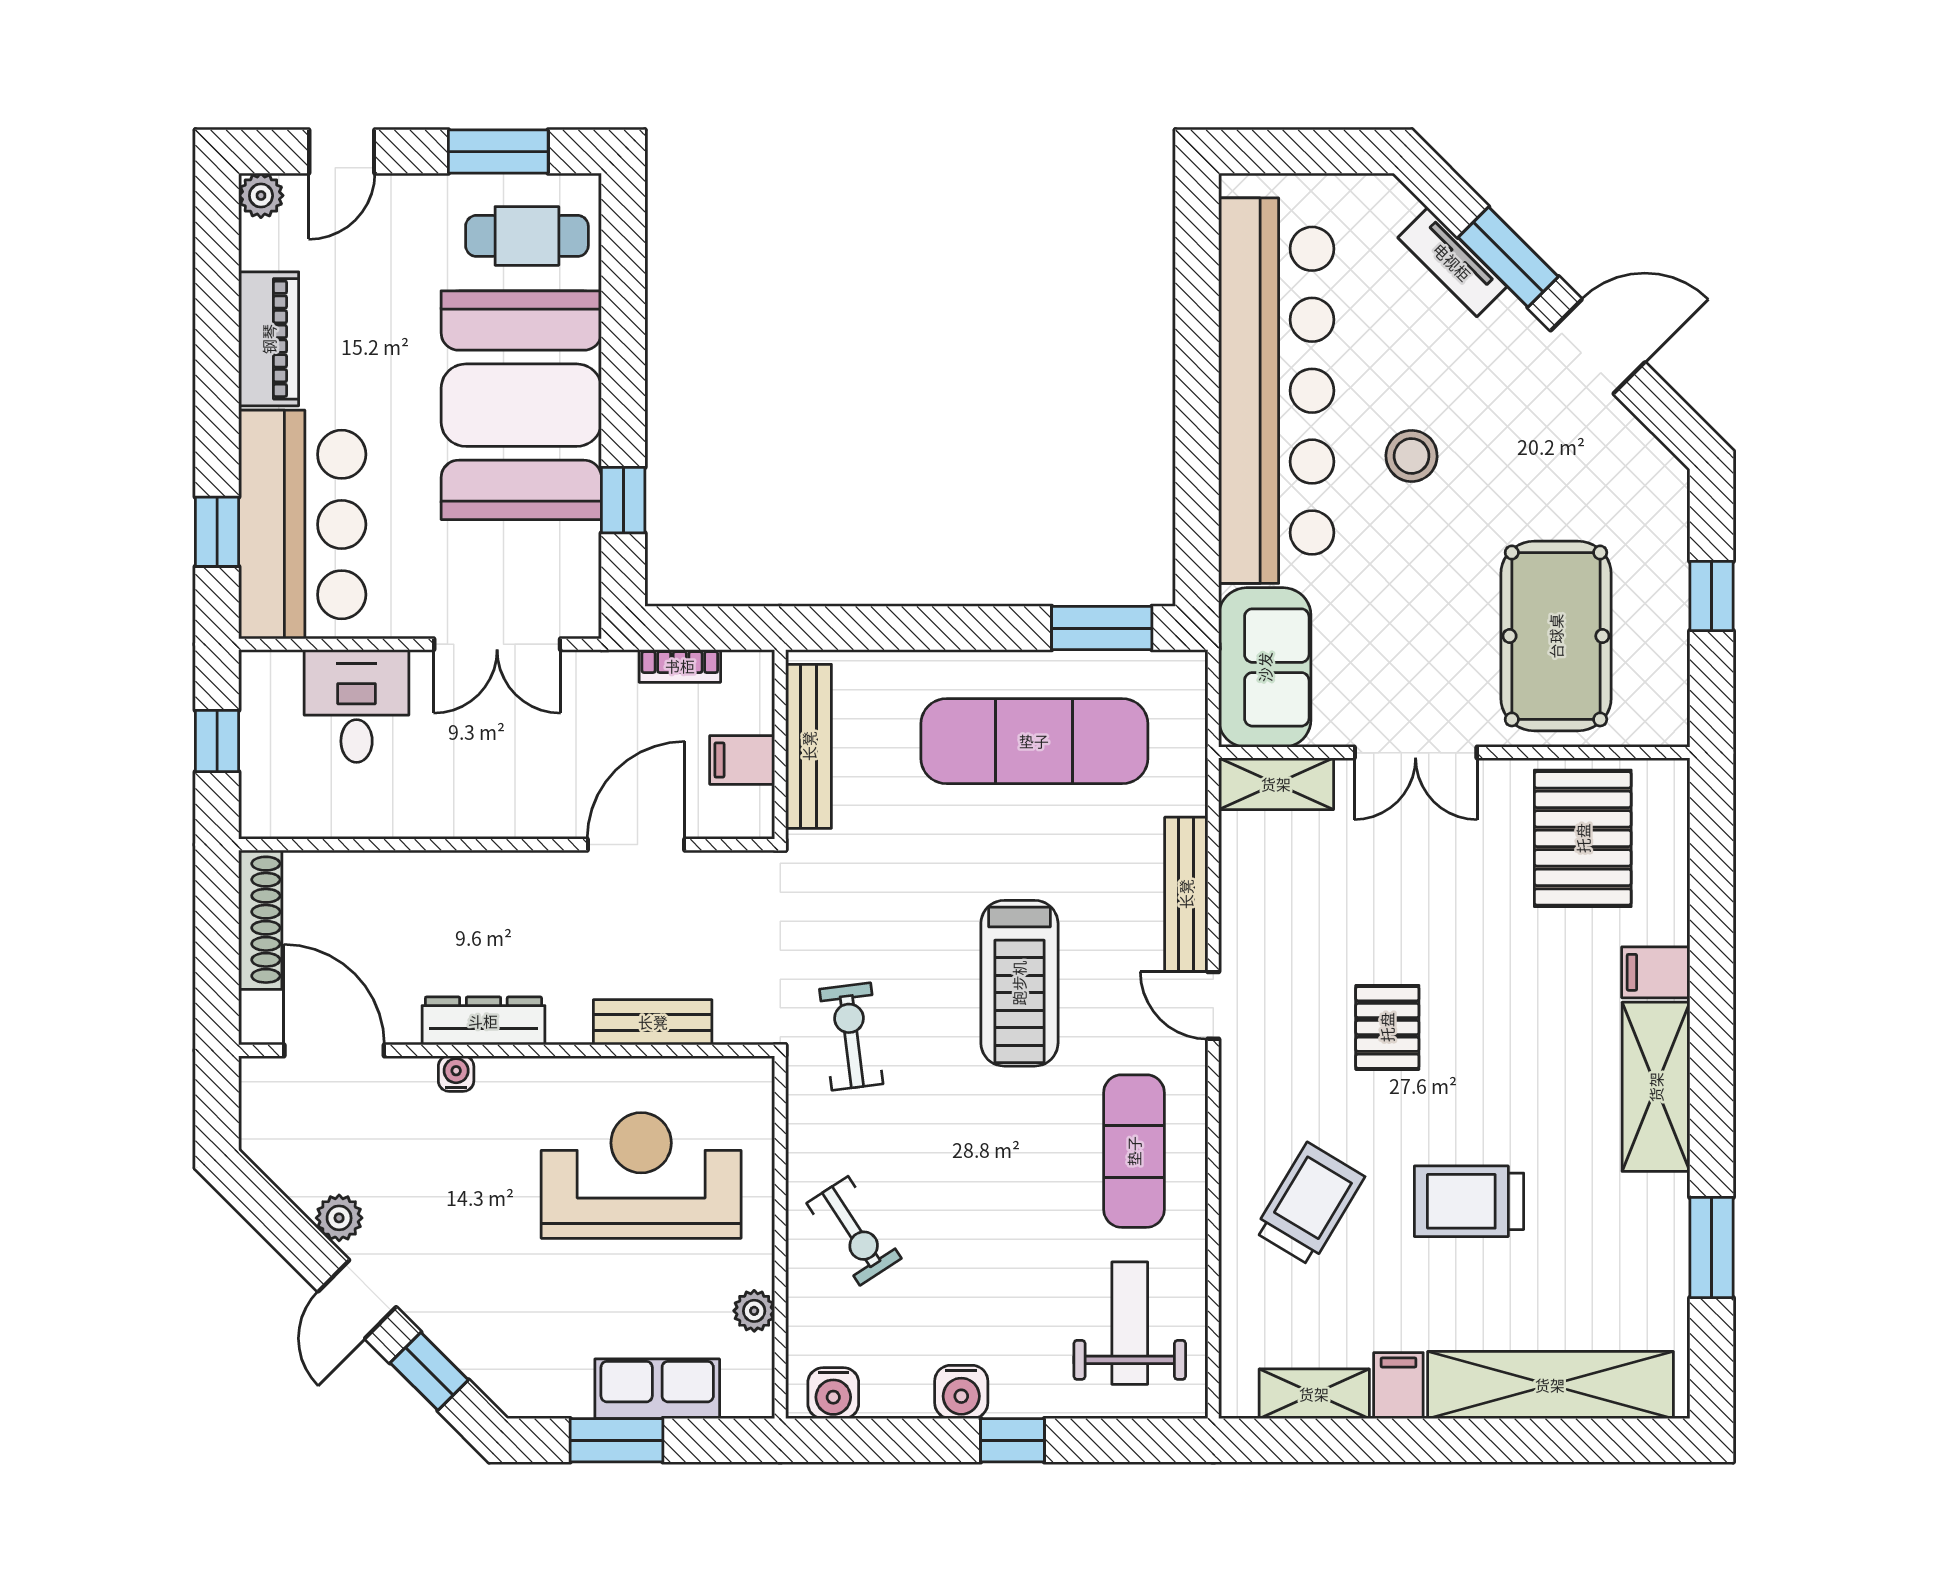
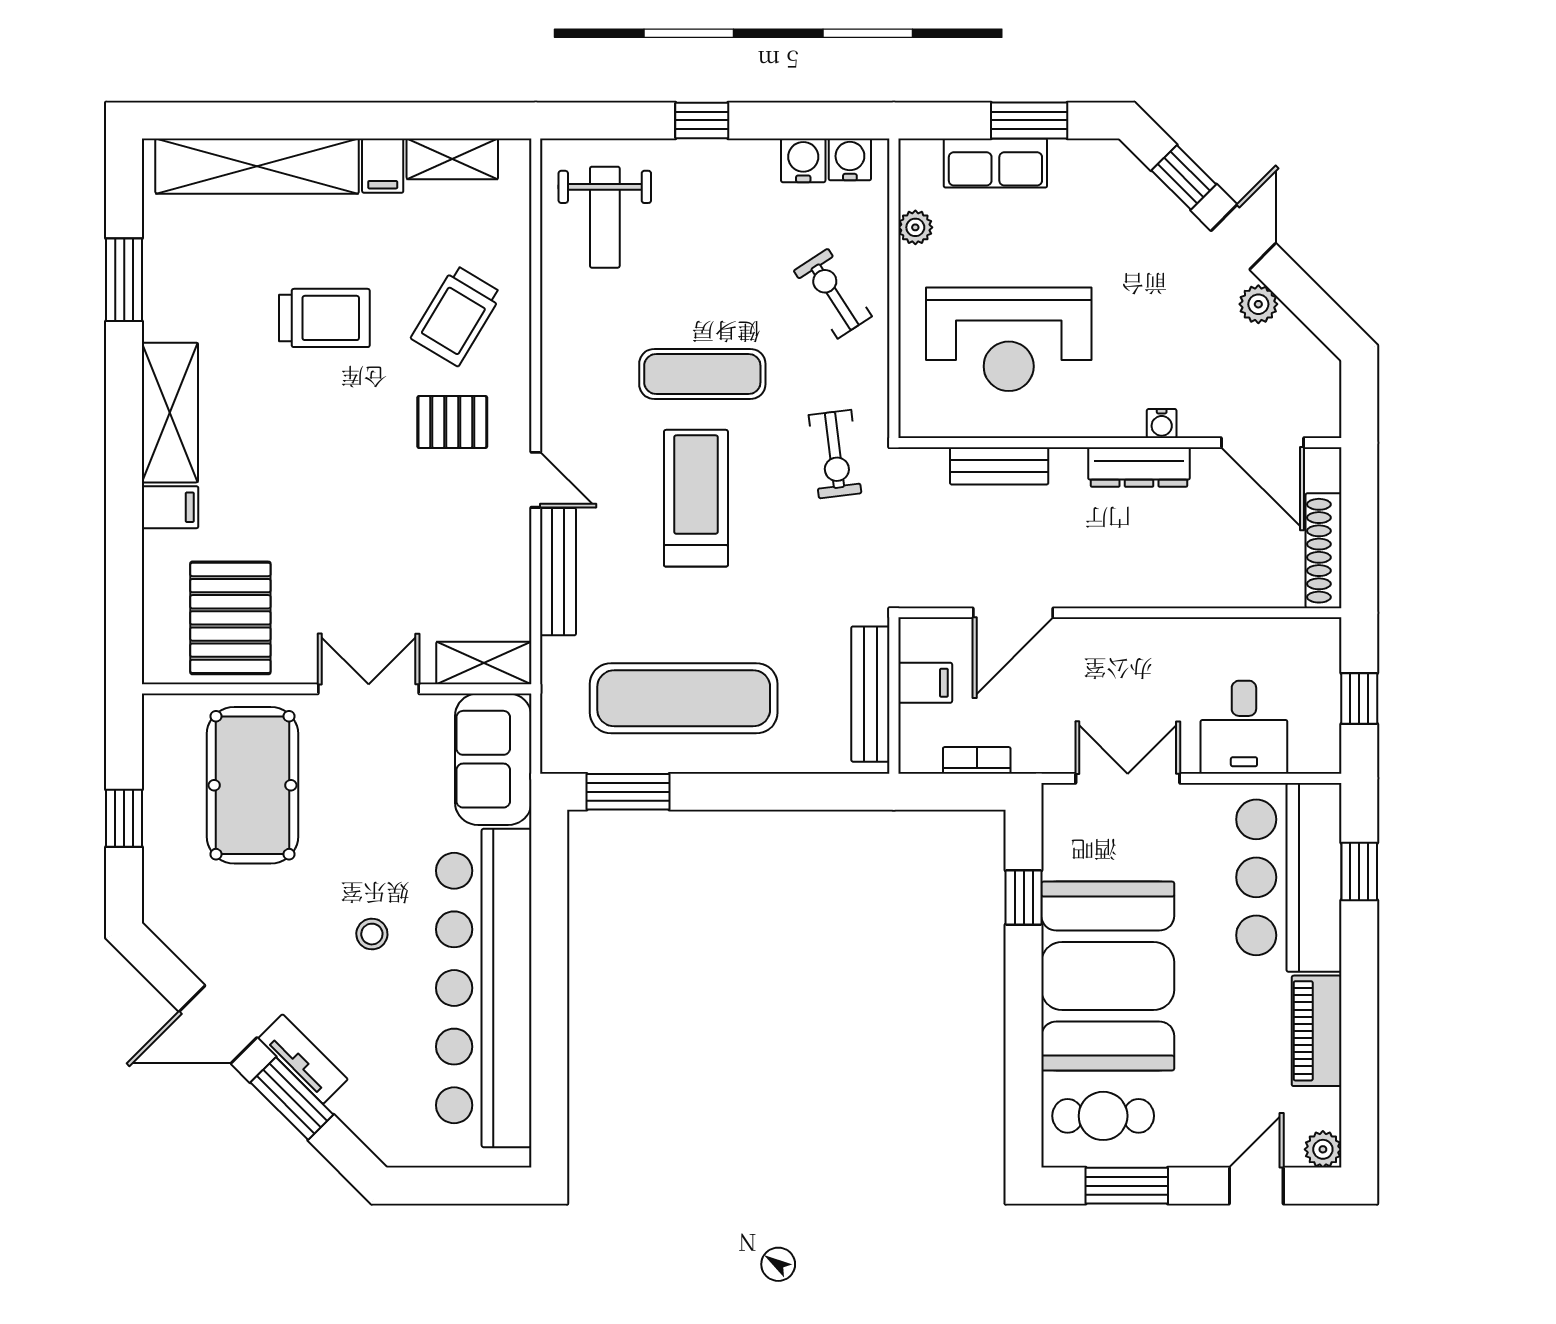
tv unit: (1452, 262) -> (303, 1059), moved
stool: (1412, 456) -> (372, 934), width x0.73, depth x0.73
pallet: (1387, 1027) -> (452, 422), moved, turned 90
exercise mat: (1134, 1151) -> (702, 374), moved, turned 90
water cooler: (961, 1392) -> (803, 160), moved

